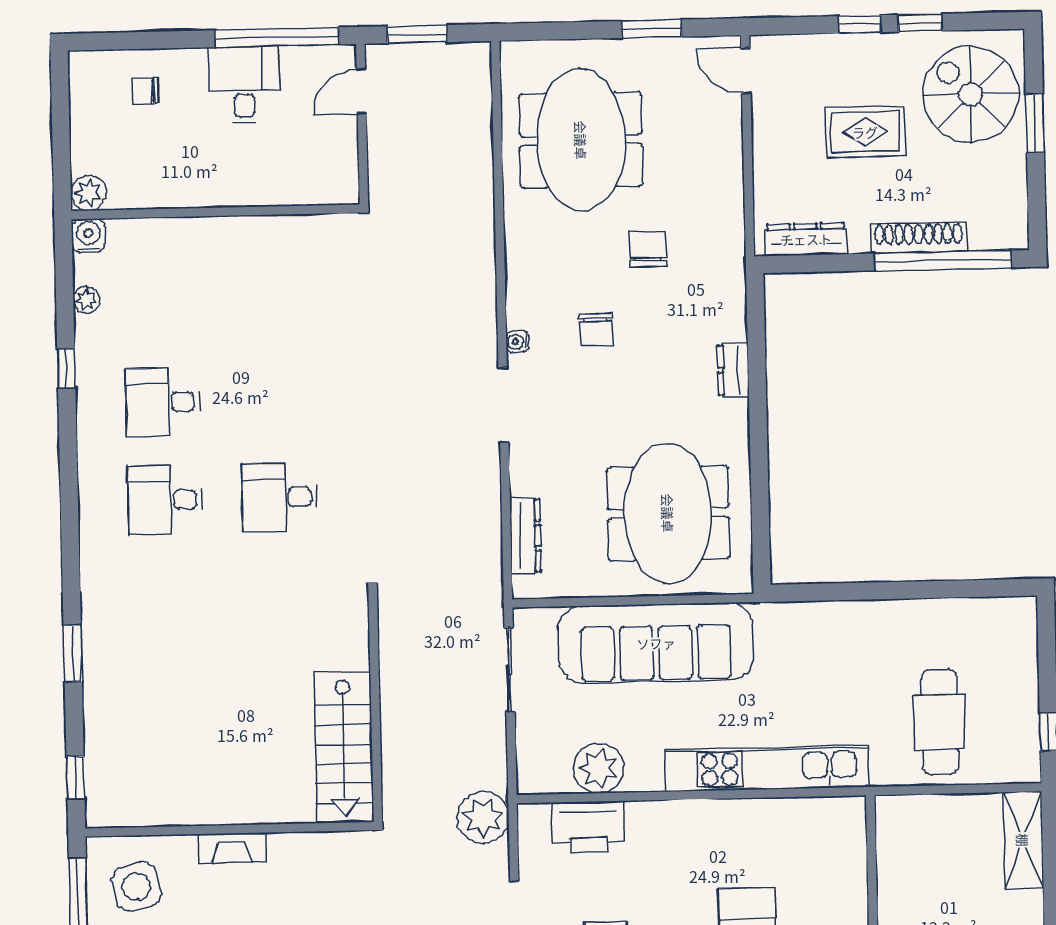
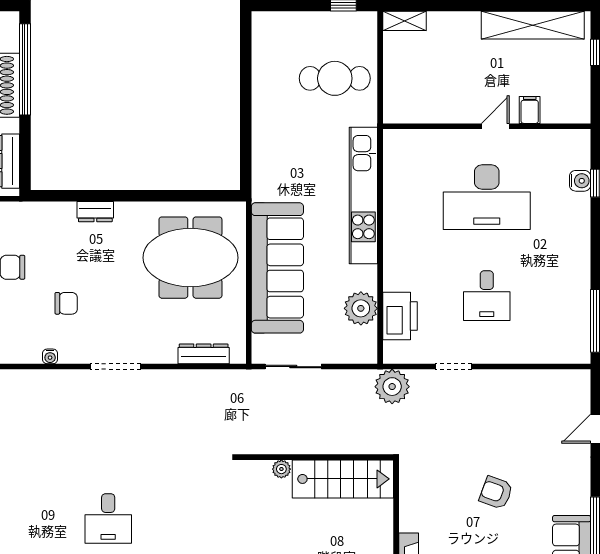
water cooler: (517, 342) -> (50, 356), moved
desk: (279, 497) -> (108, 519), moved
plant: (357, 656) -> (281, 469), added
shelving: (1023, 840) -> (405, 21), width x0.67, depth x0.75

